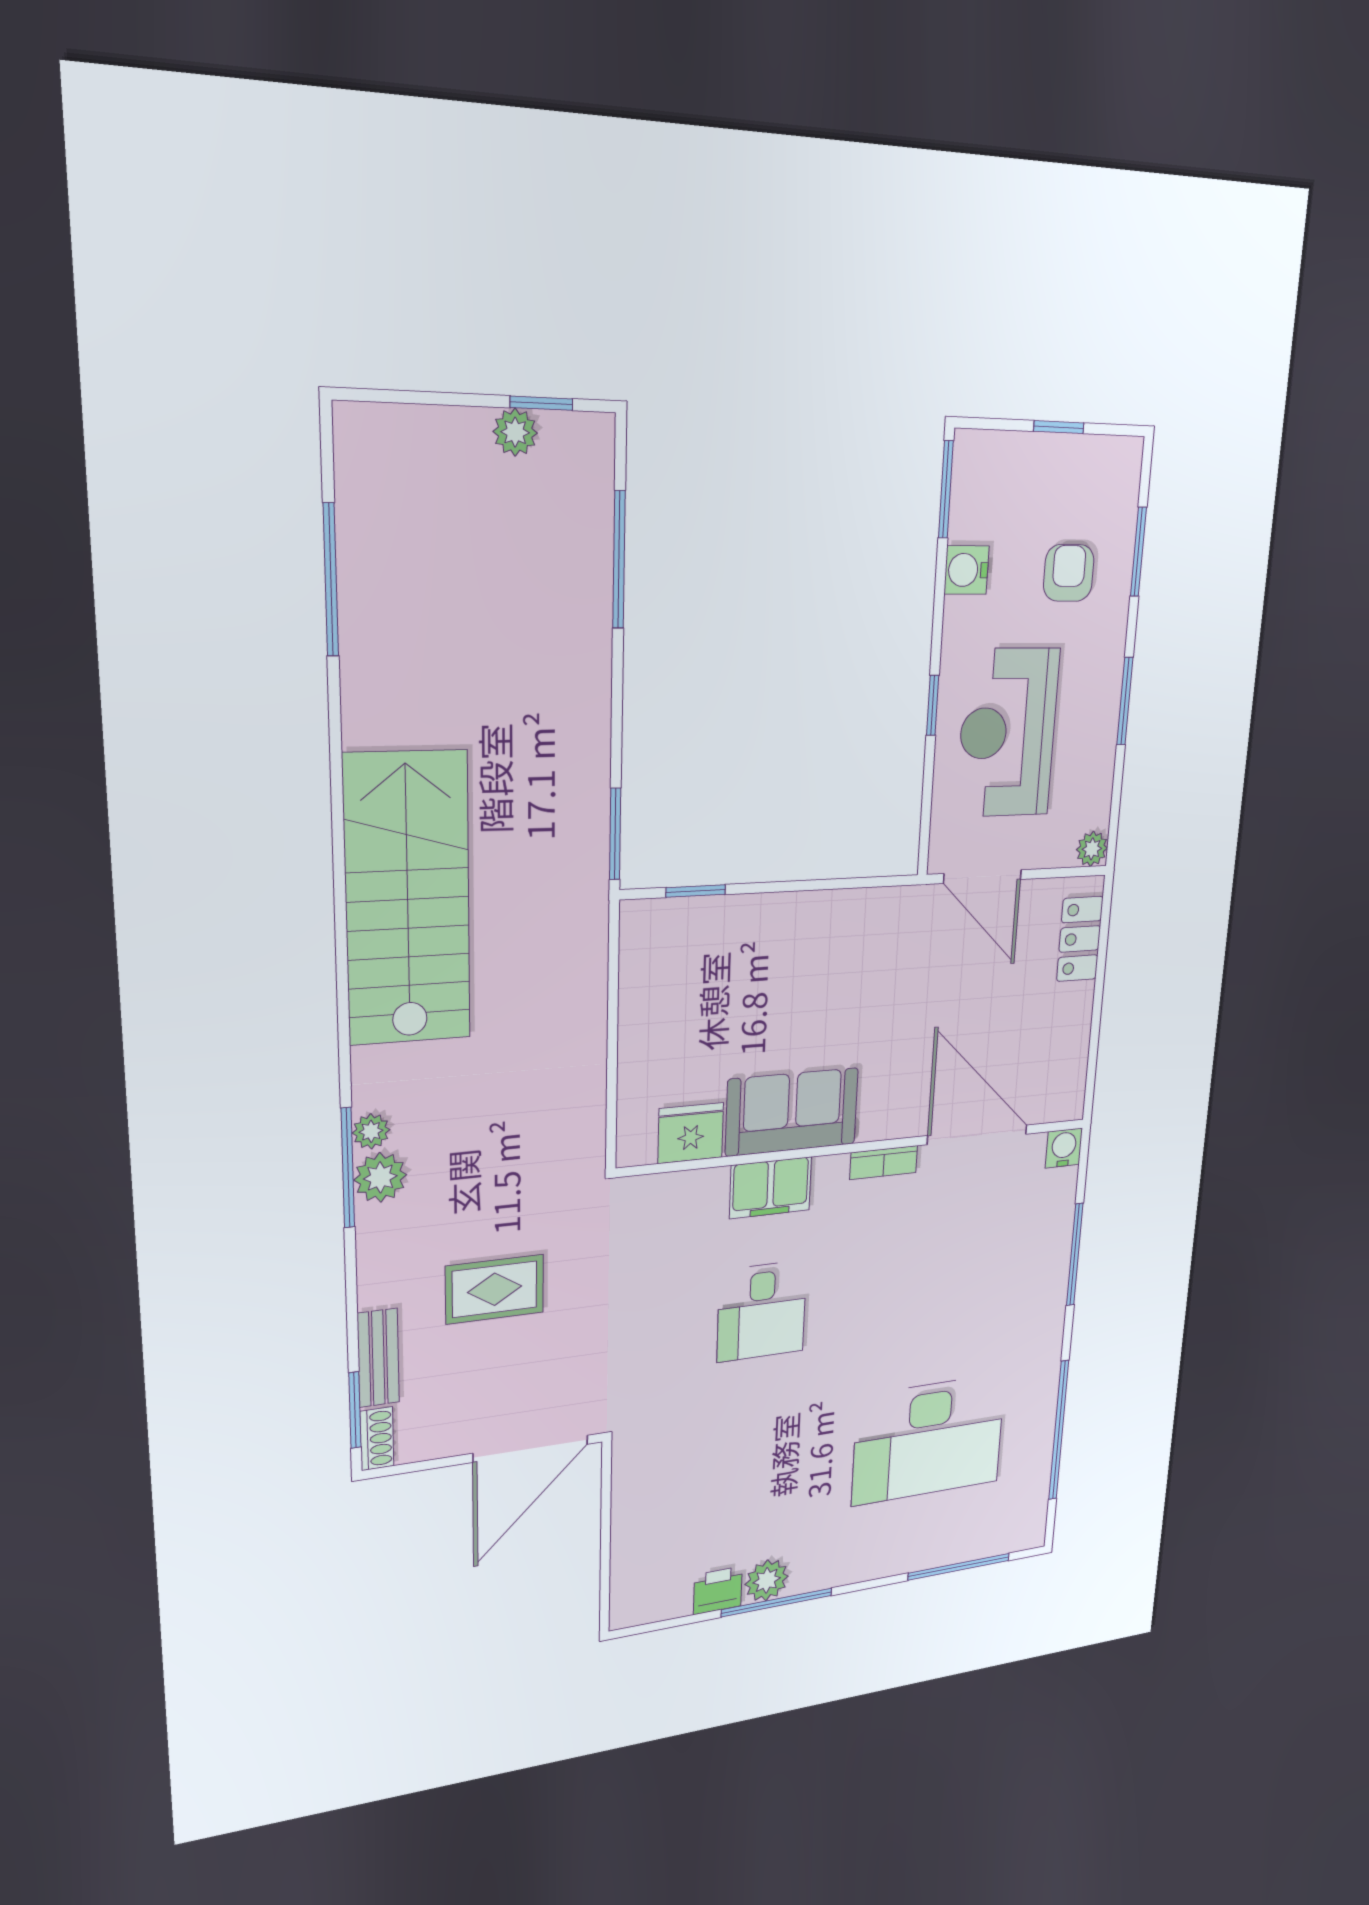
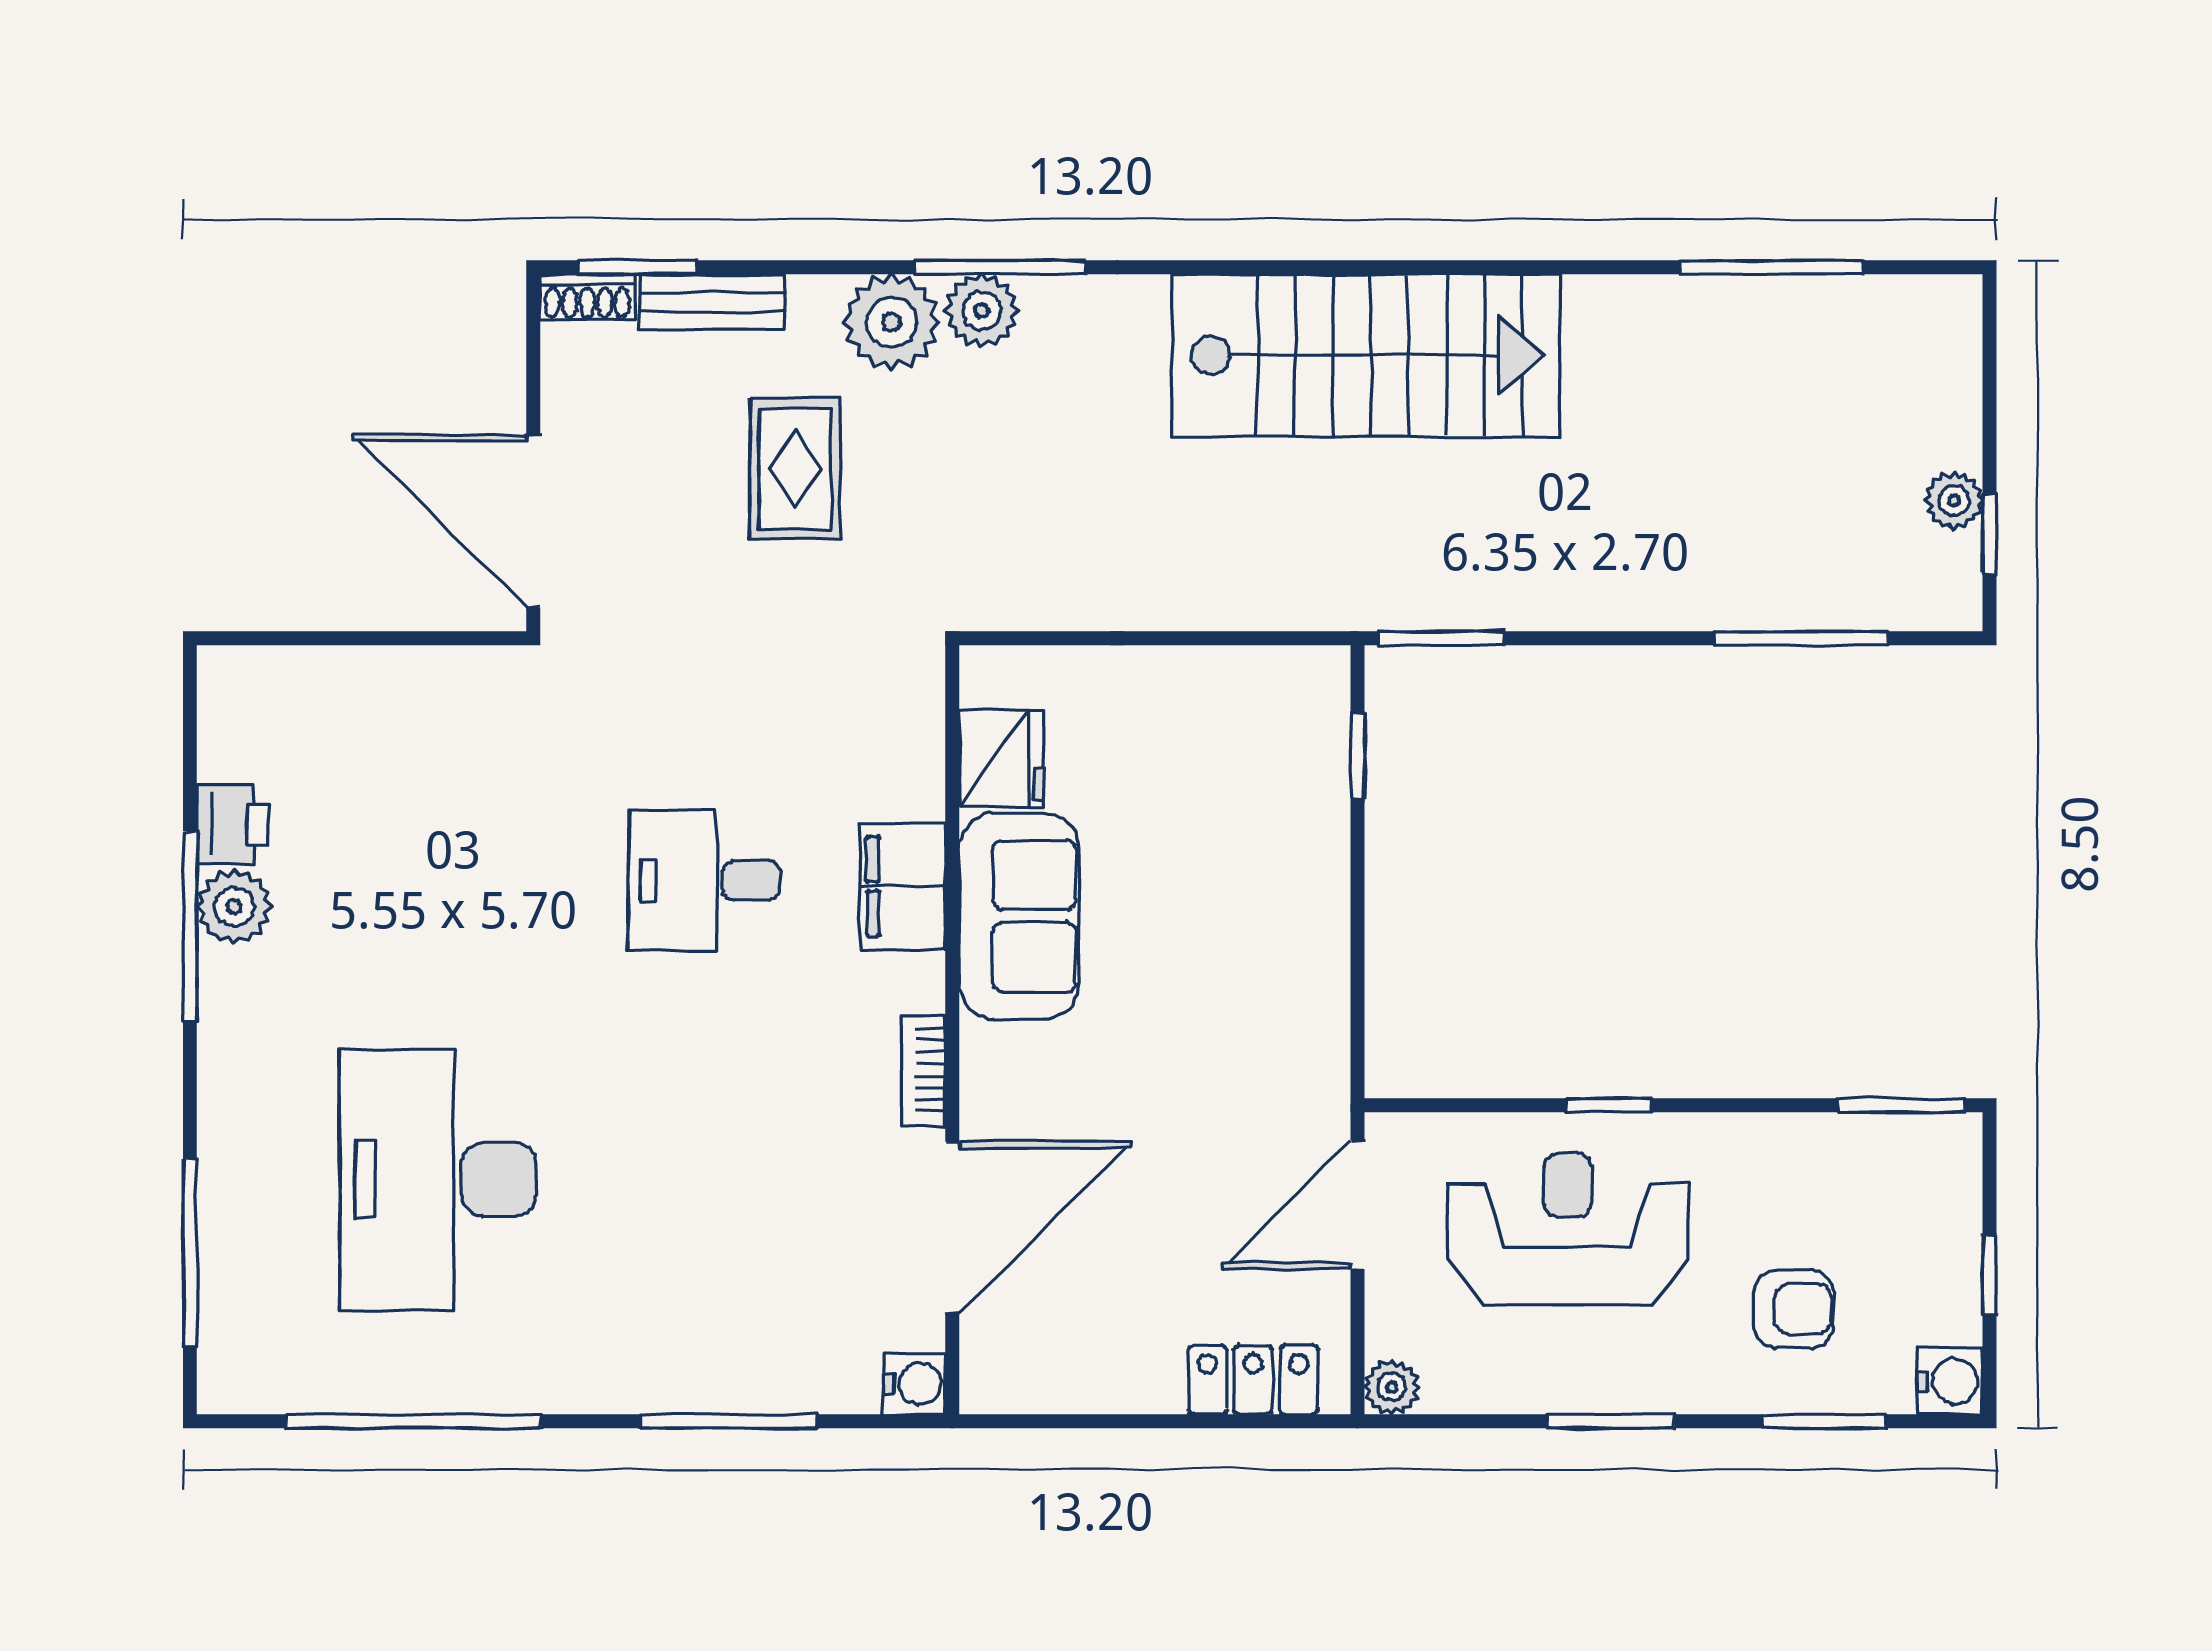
water cooler: (967, 570) -> (1950, 1381), moved, turned 90
plant: (371, 1131) -> (892, 322), moved, width x1.88, depth x1.88

